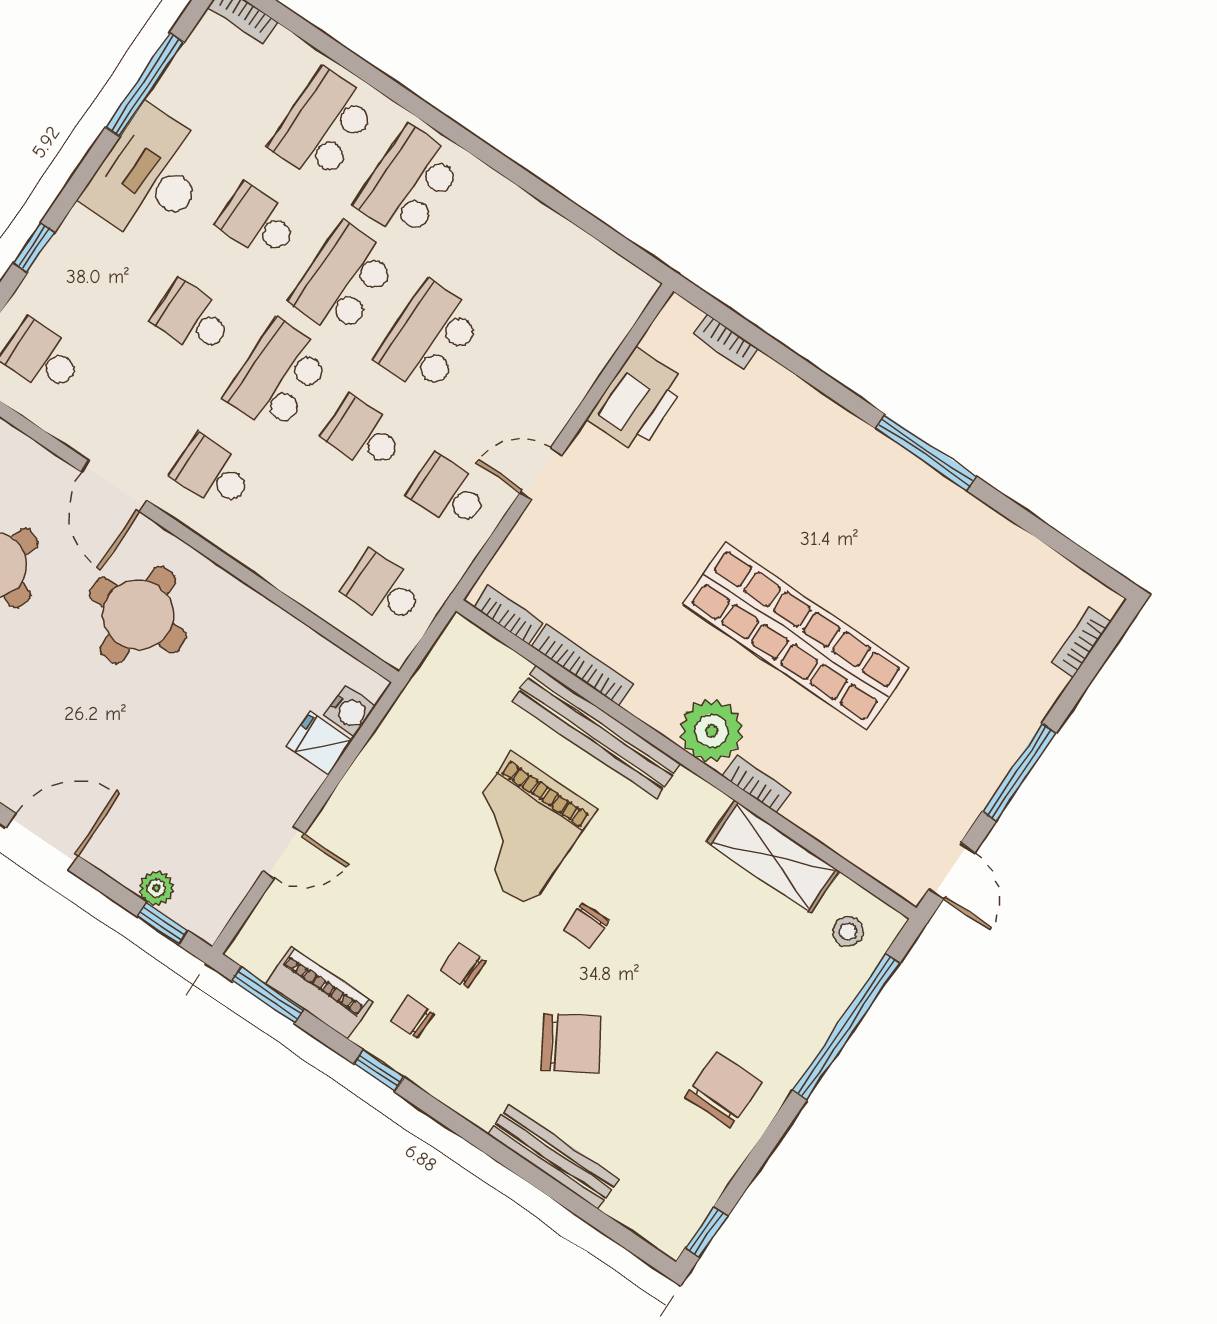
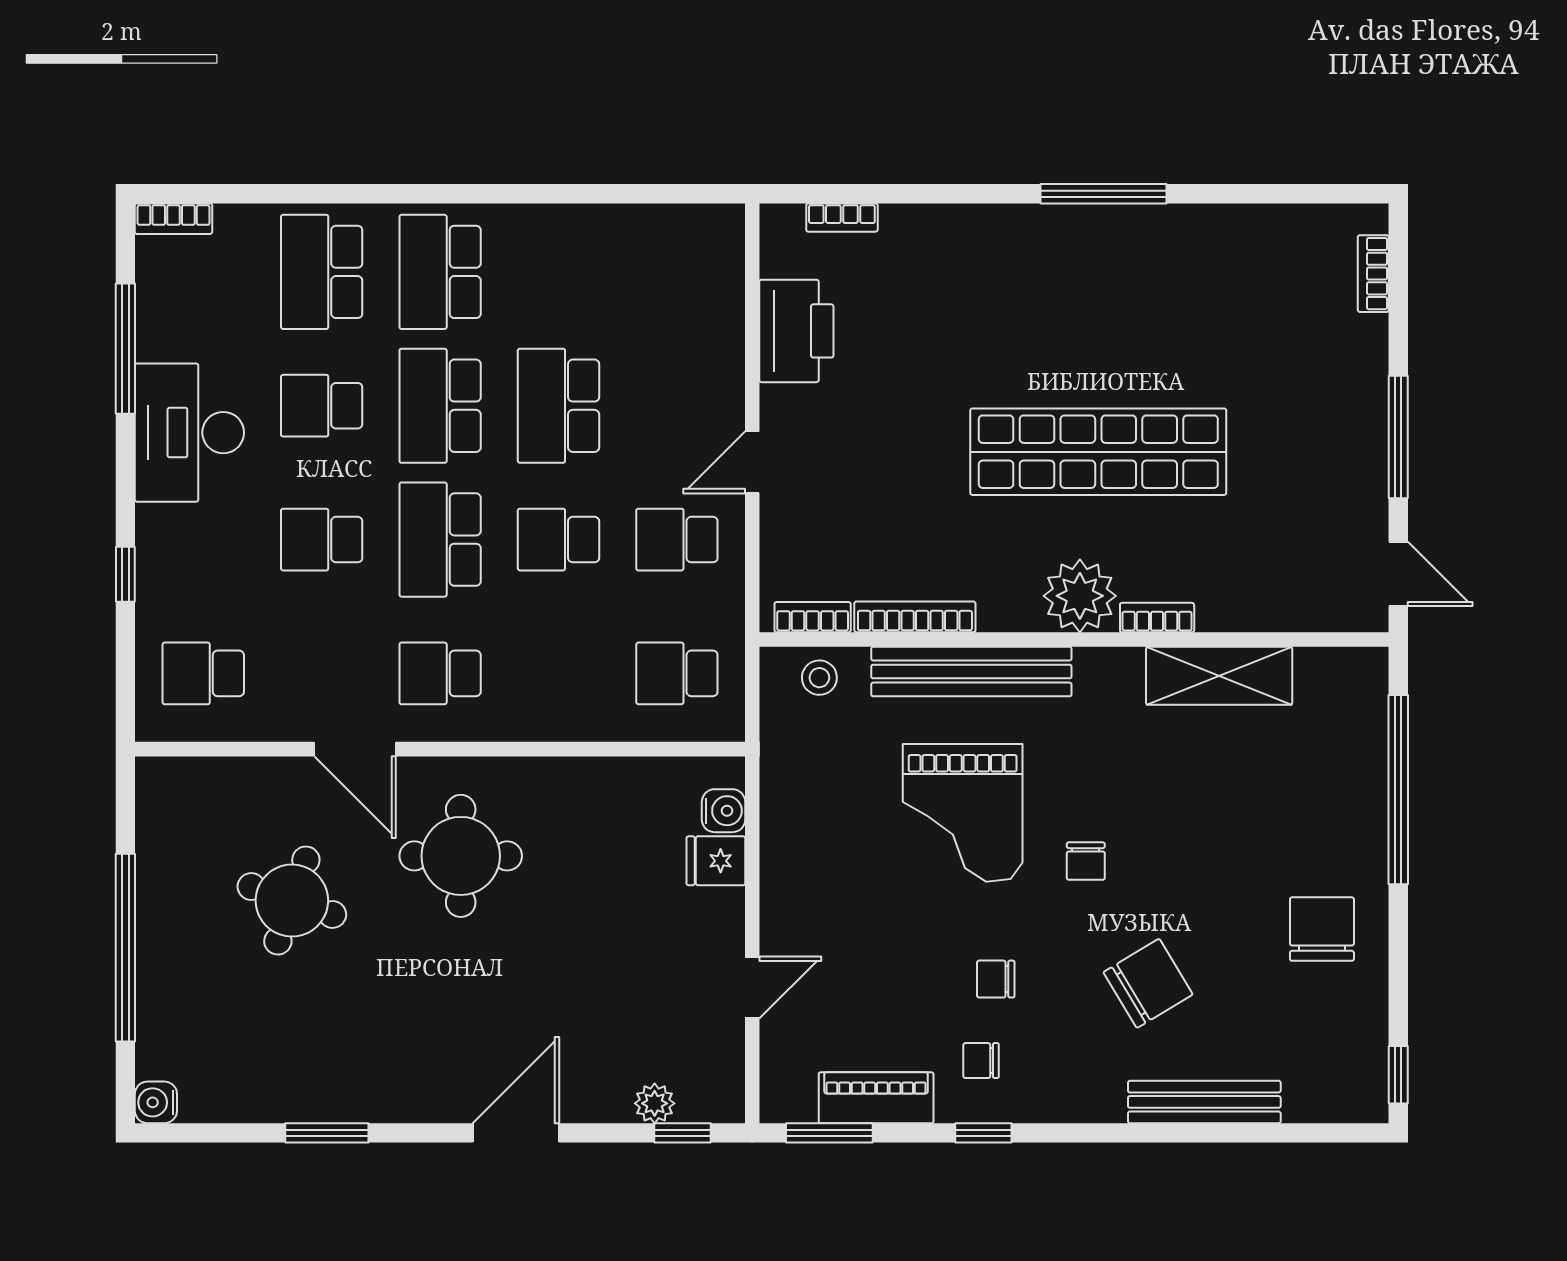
stool: (848, 932) -> (819, 678), moved

